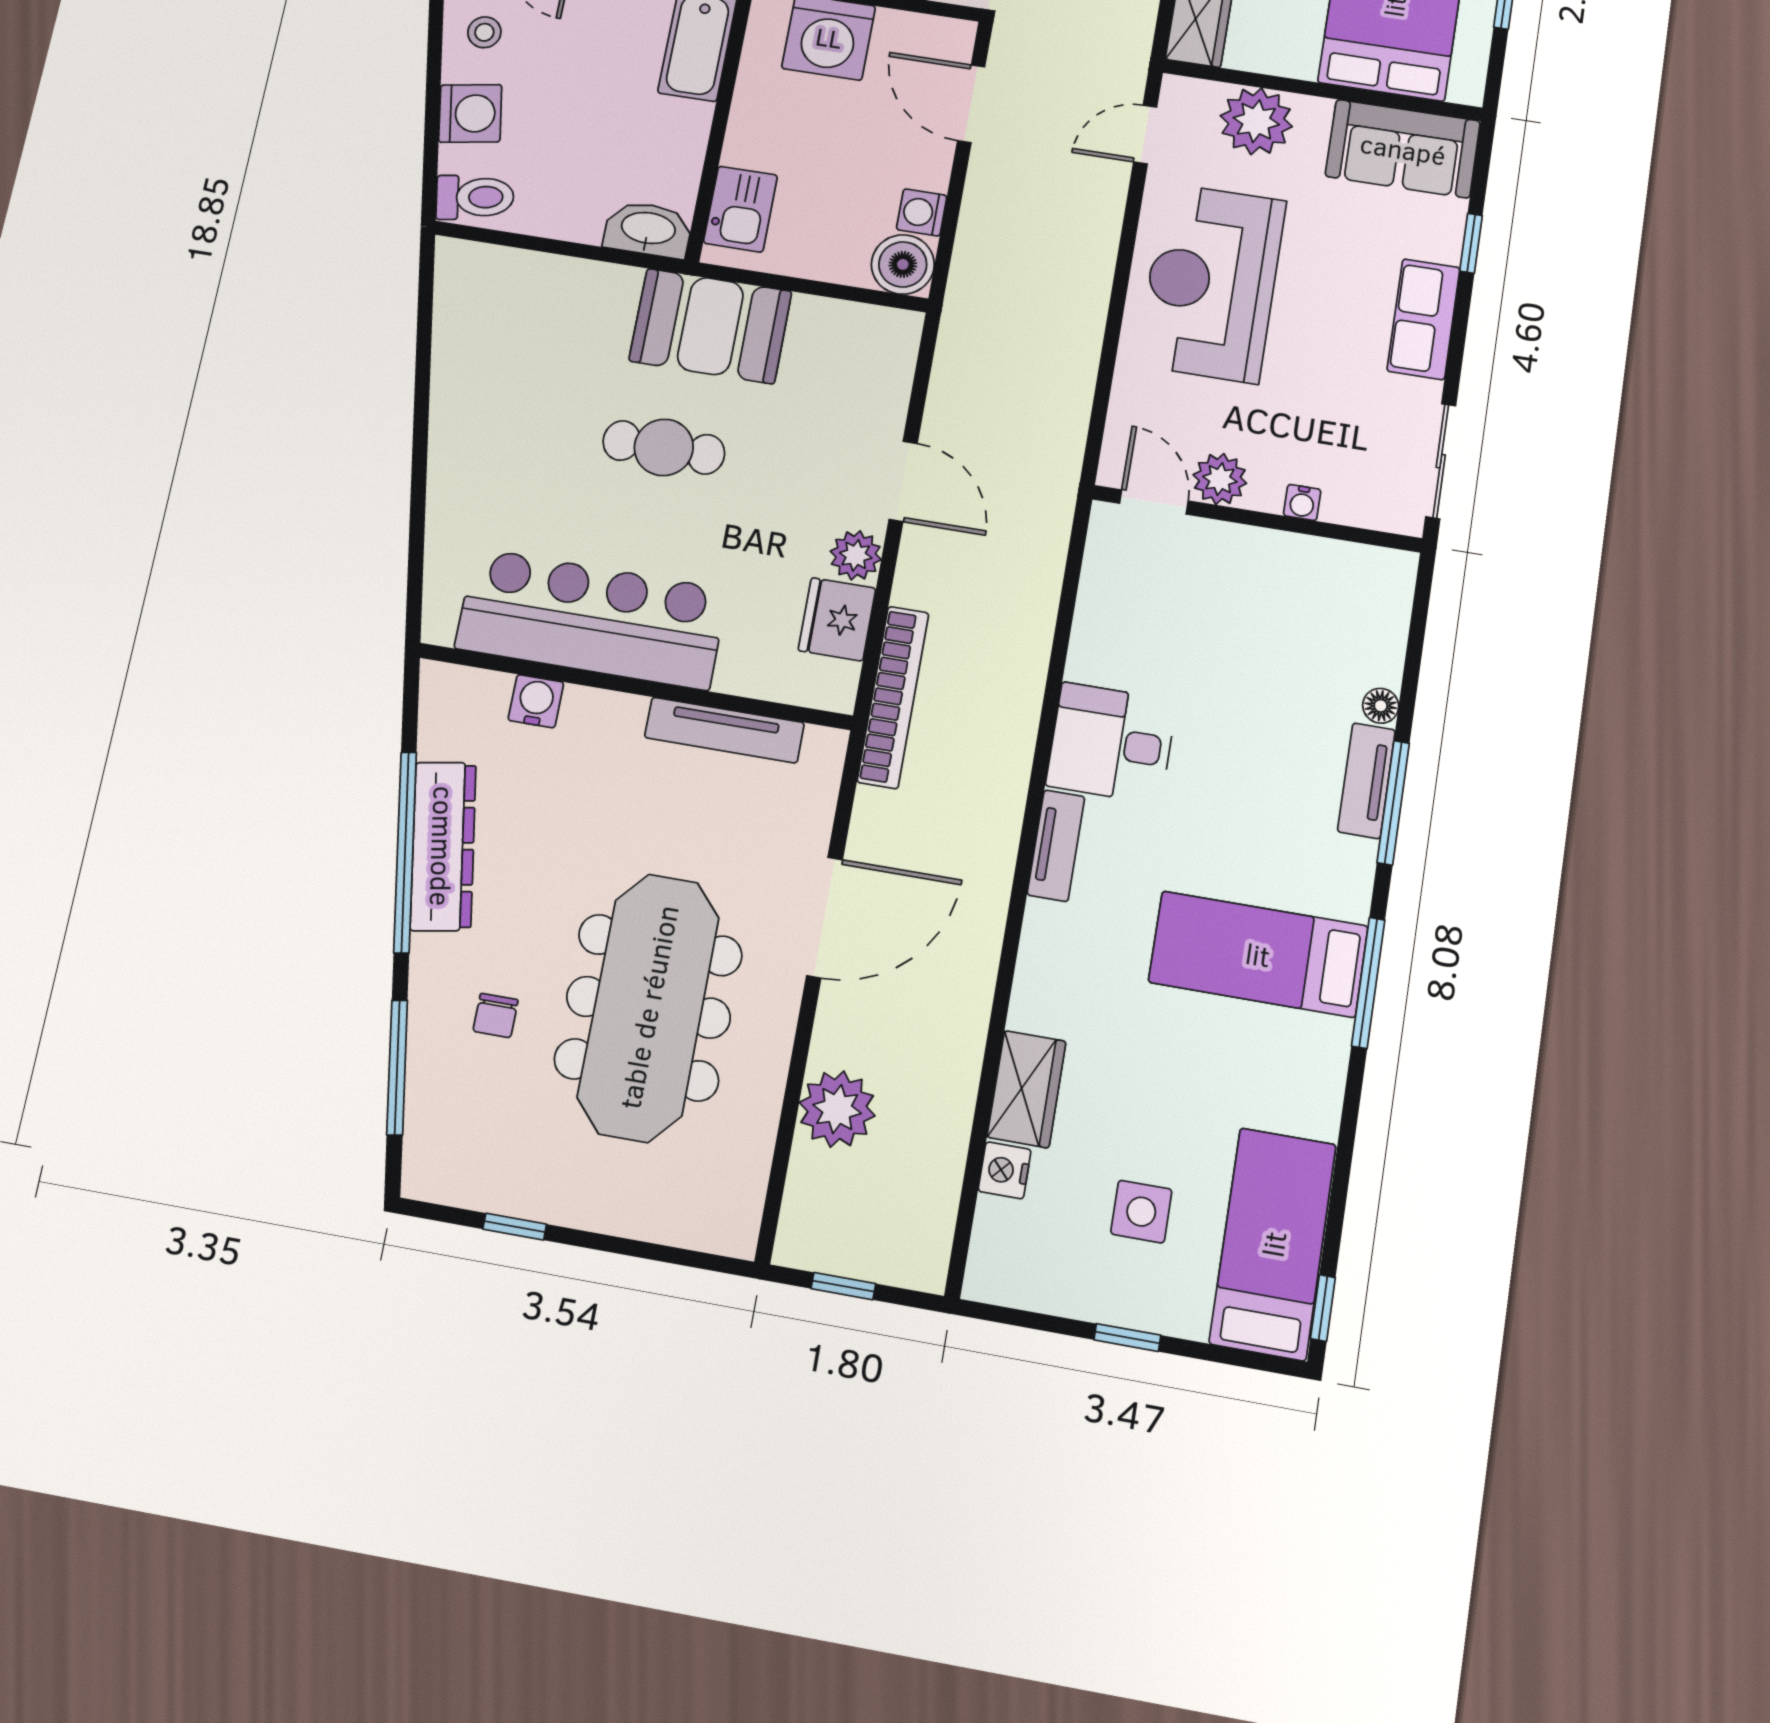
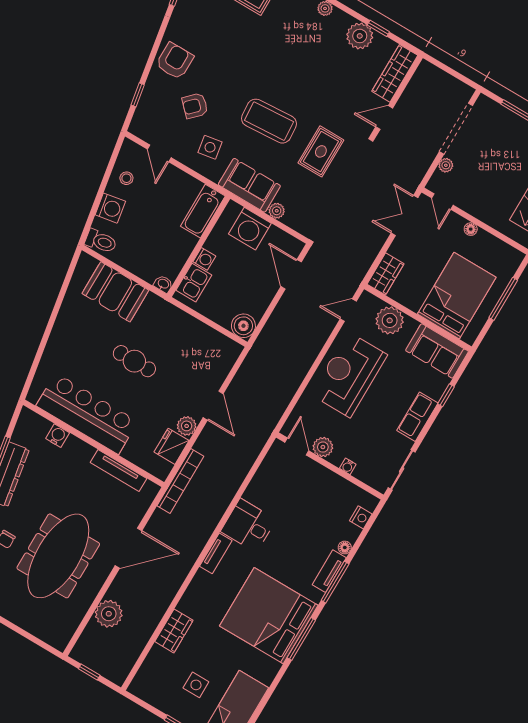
washing machine: (922, 213) -> (204, 259), moved, turned 180
washbasin: (648, 229) -> (163, 284), width x0.52, depth x0.69
booth: (710, 326) -> (115, 292), moved
bed: (1258, 954) -> (269, 616), width x2.04
nightstand: (1005, 1170) -> (361, 517), moved, turned 180

